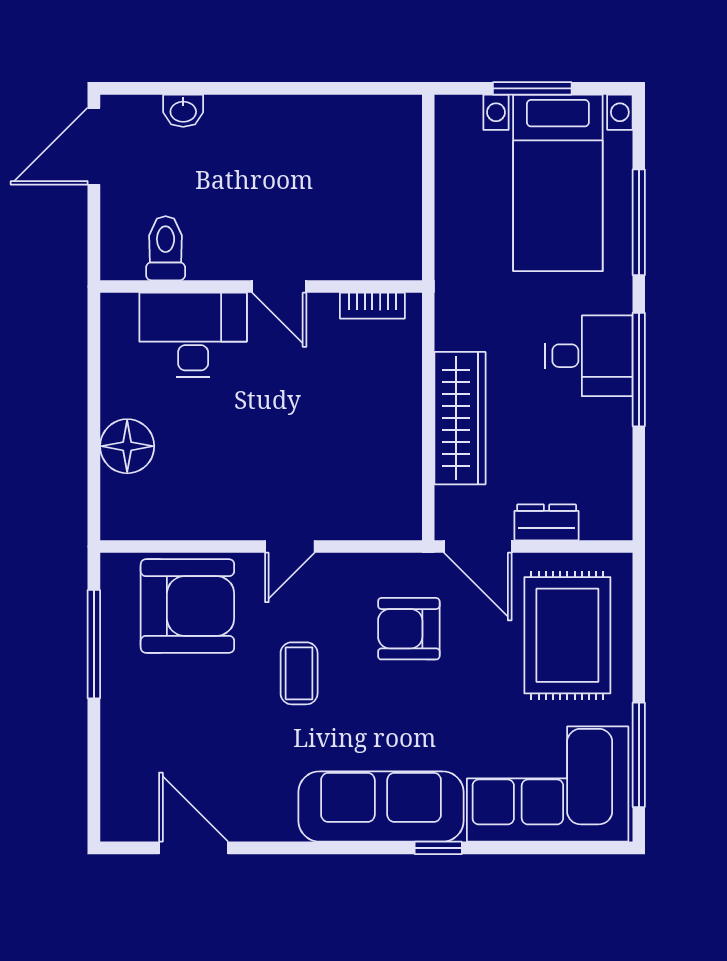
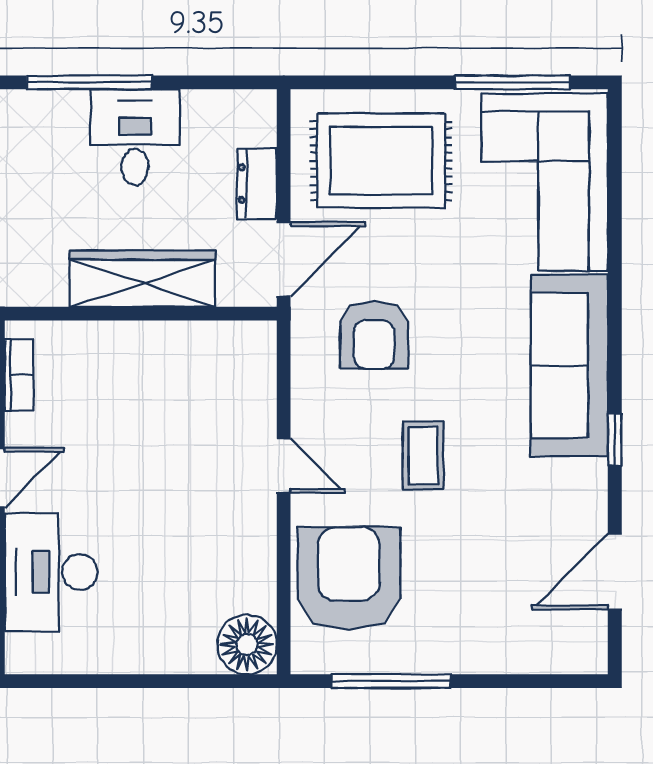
desk: (589, 356) -> (135, 137), moved
floor lamp: (127, 446) -> (247, 645), moved
coffee table: (299, 673) -> (423, 456), turned 90
window: (438, 848) -> (615, 439), moved

